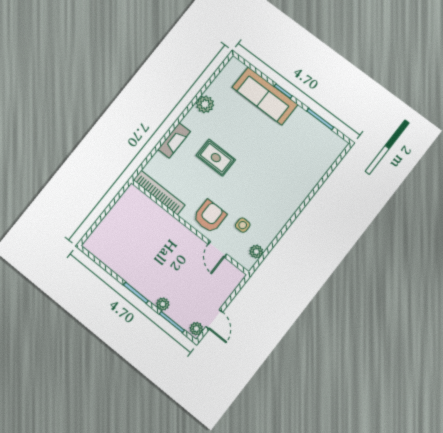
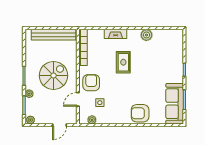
sofa: (265, 96) -> (175, 104), moved
armchair: (295, 186) -> (140, 113), added
bench: (115, 216) -> (54, 35), added
armchair: (210, 216) -> (91, 83), turned -90
spiral stairs: (164, 256) -> (53, 75), added
door: (214, 319) -> (60, 125), moved

